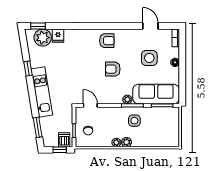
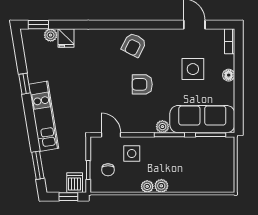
plant: (43, 38) -> (51, 35), width x0.53, depth x0.53
armchair: (107, 41) -> (134, 45), turned 117
side table: (134, 121) -> (132, 153), moved

